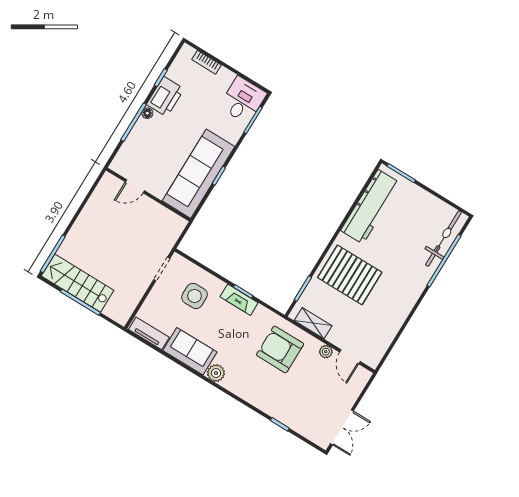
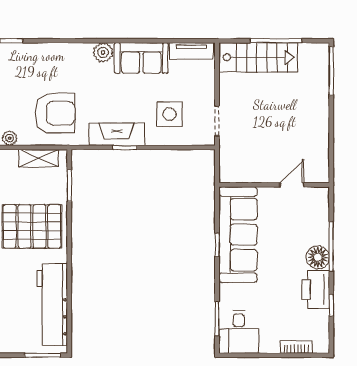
floor lamp: (147, 113) -> (318, 257), width x1.89, depth x1.89
stairs: (78, 283) -> (258, 57), moved
fireplace: (239, 300) -> (117, 134), width x1.37, depth x1.32

